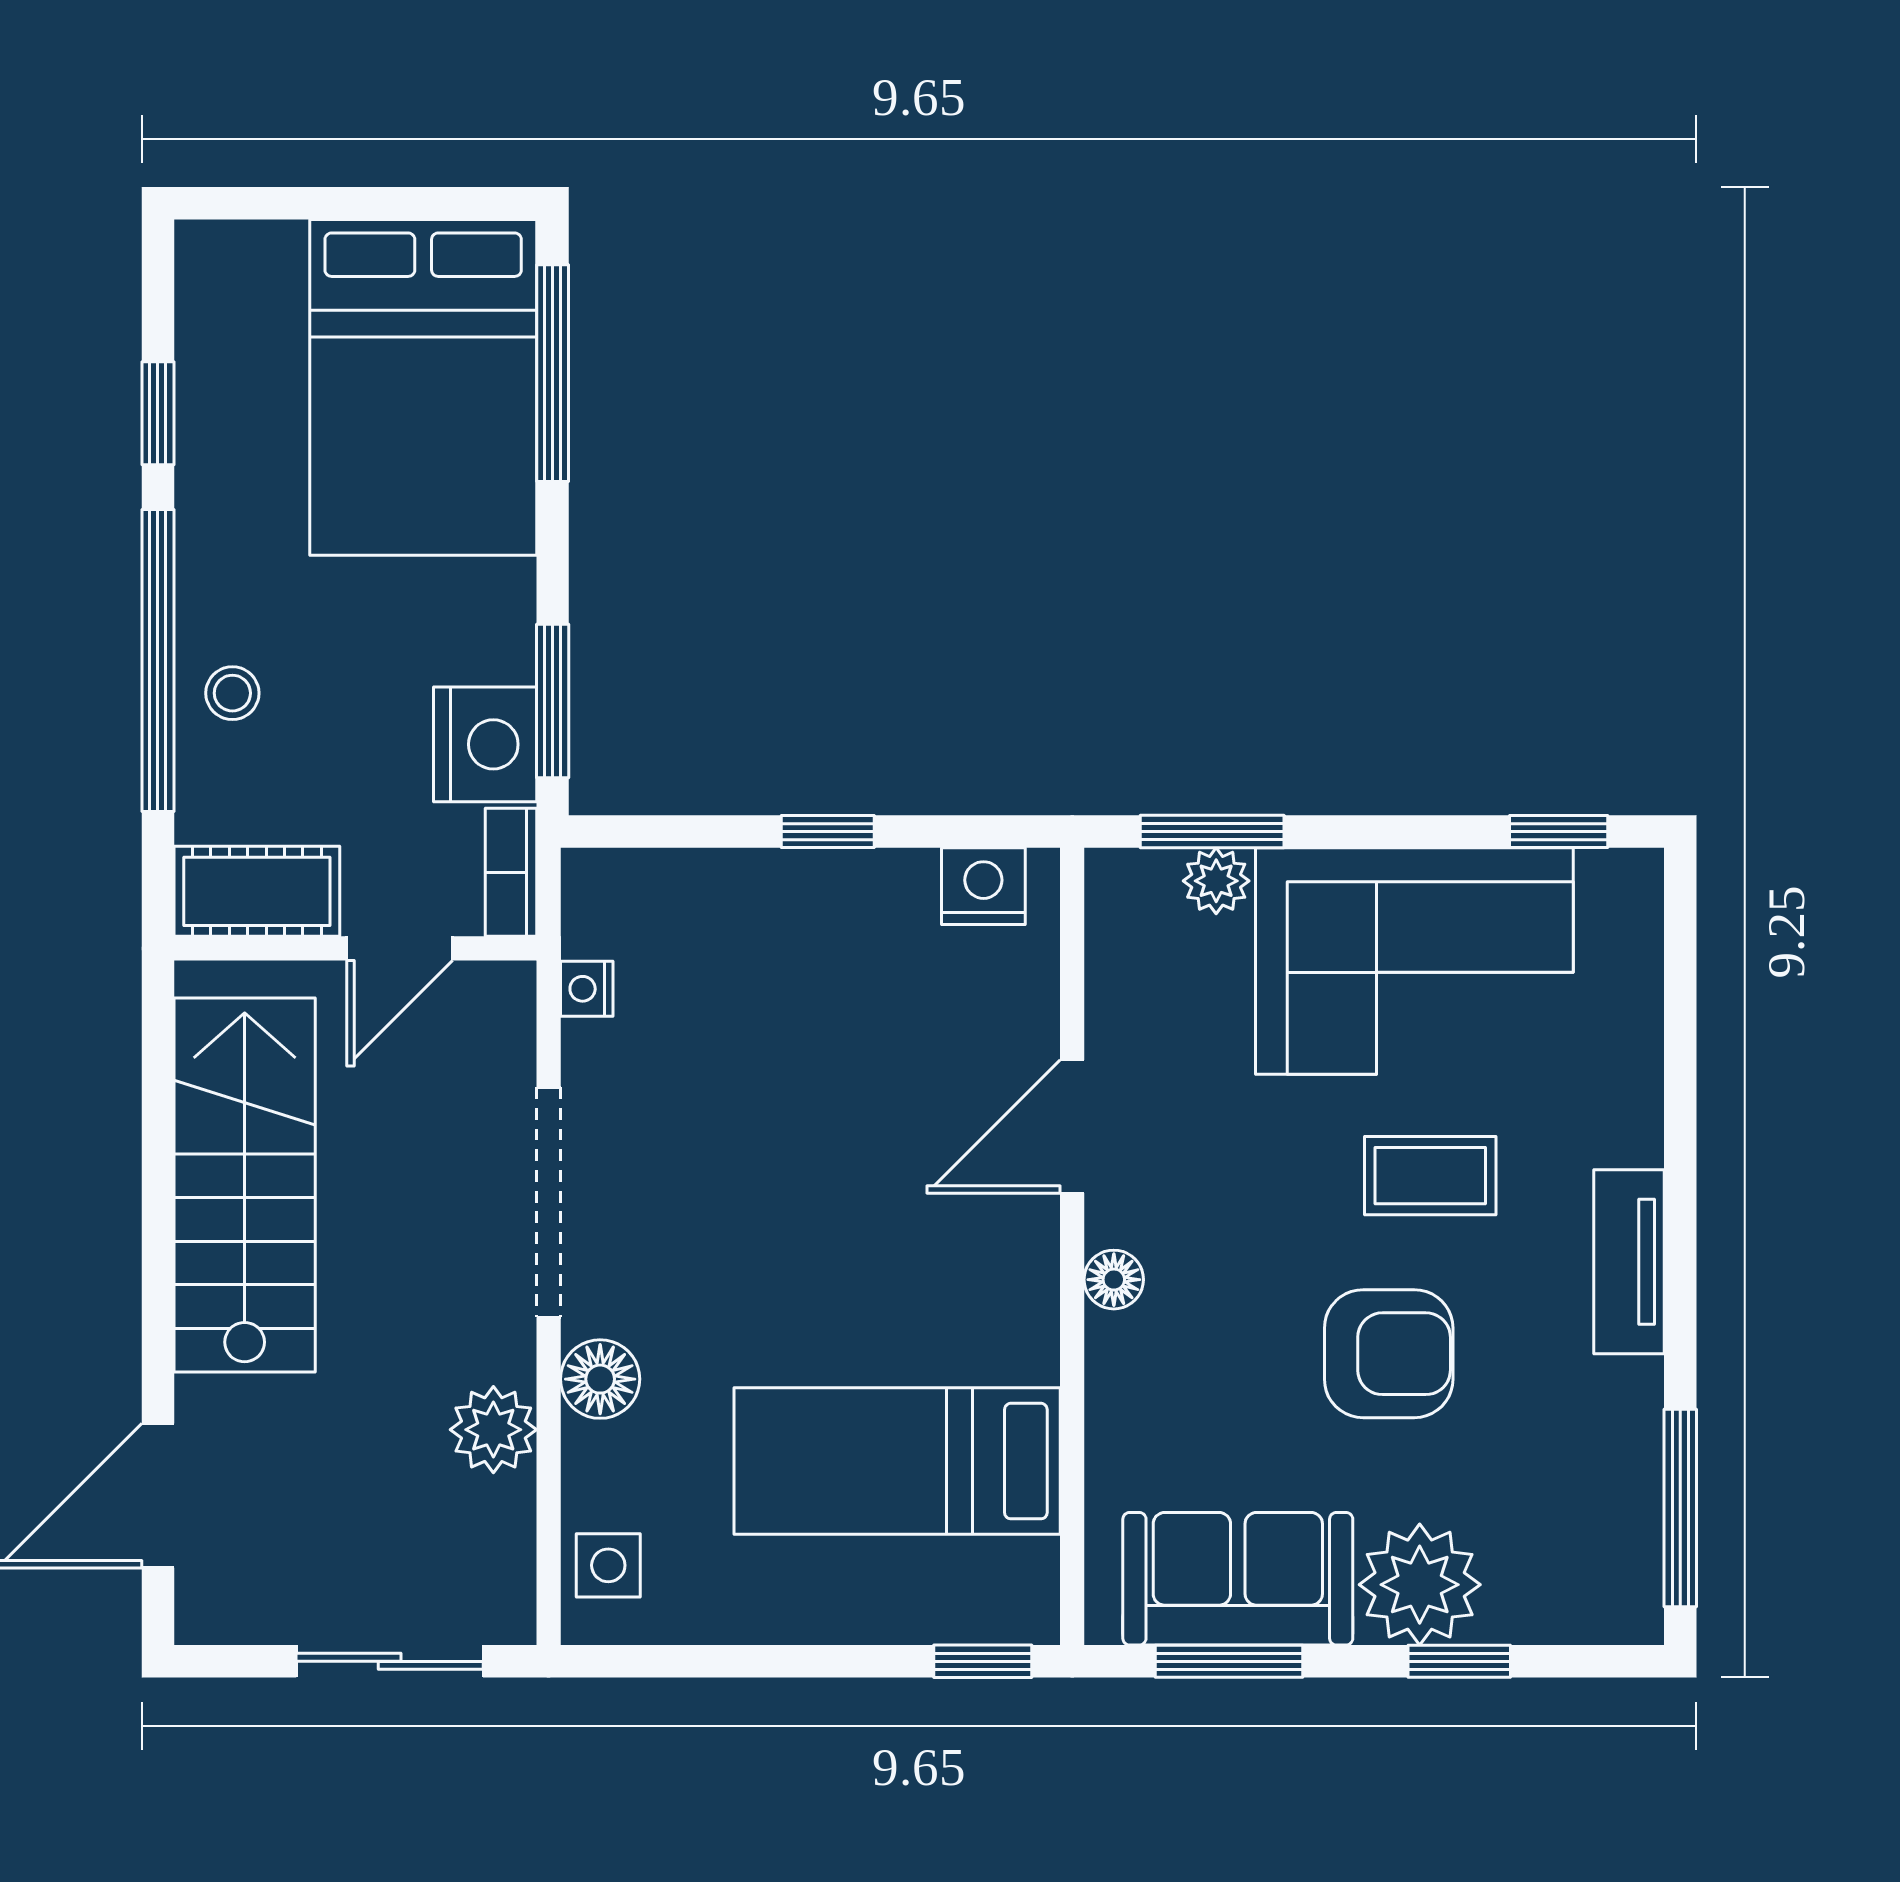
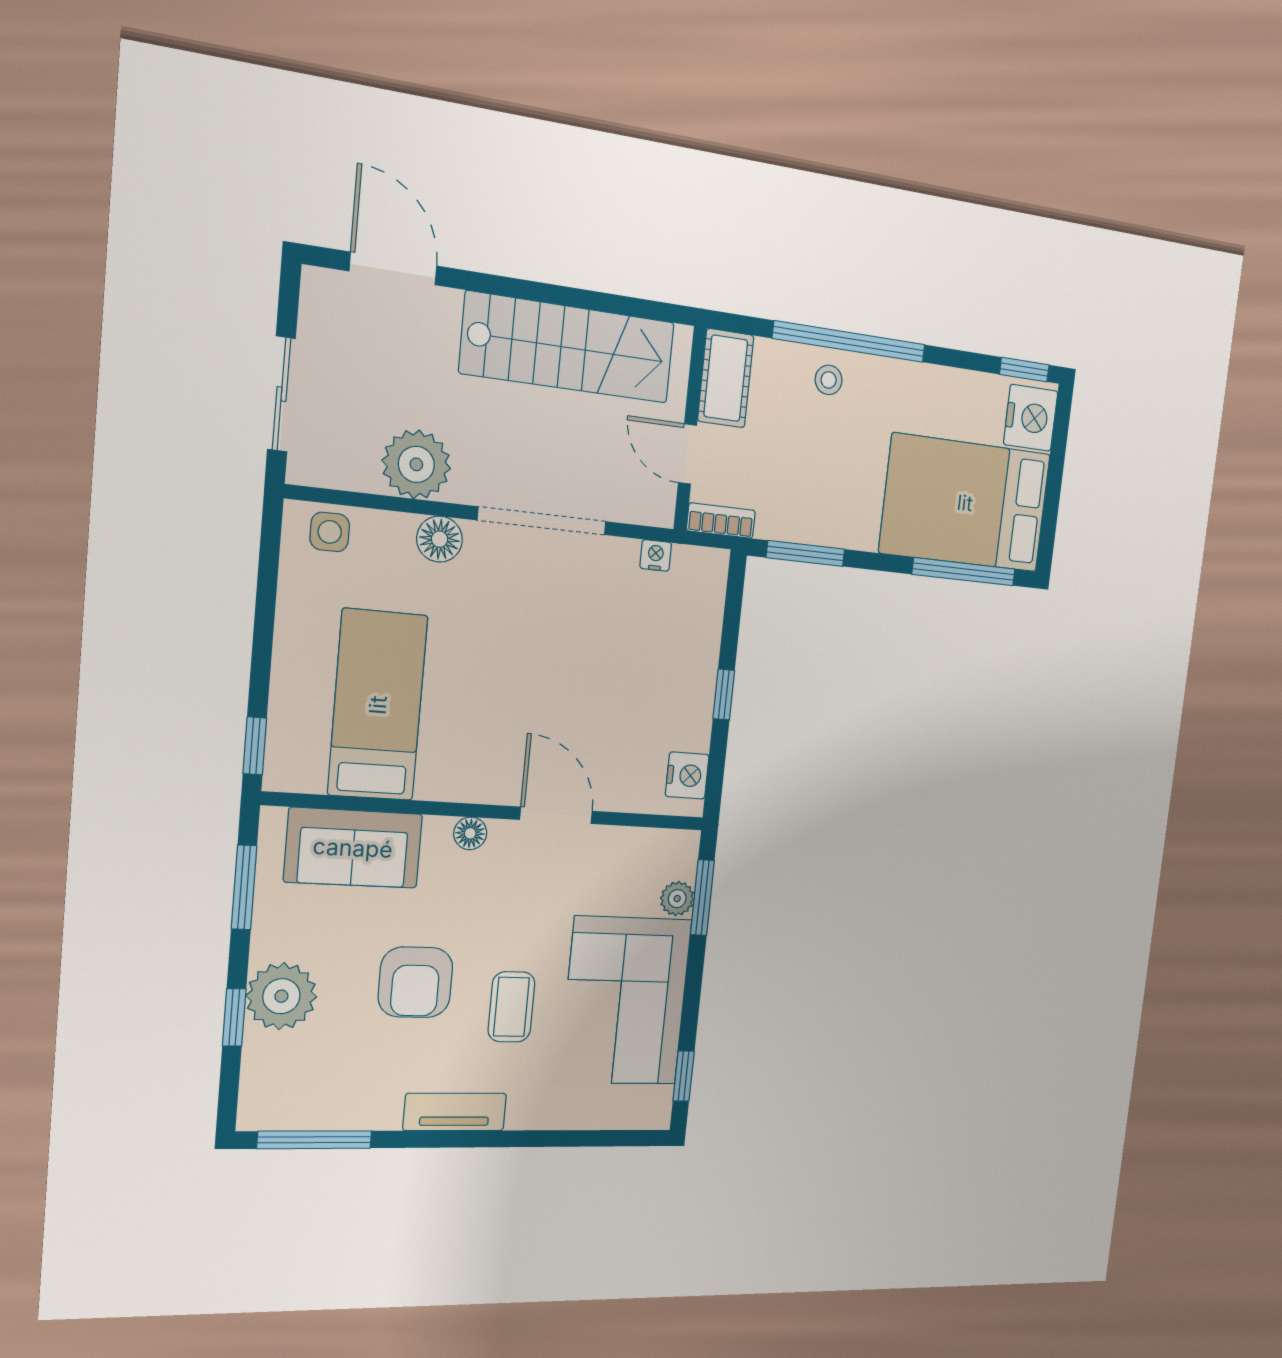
window: (158, 413) -> (1024, 370), moved
nightstand: (485, 744) -> (1031, 418), moved, turned -90
plant: (493, 1430) -> (416, 464), width x1.36, depth x1.36
sofa: (1238, 1579) -> (353, 848), moved, turned 90

